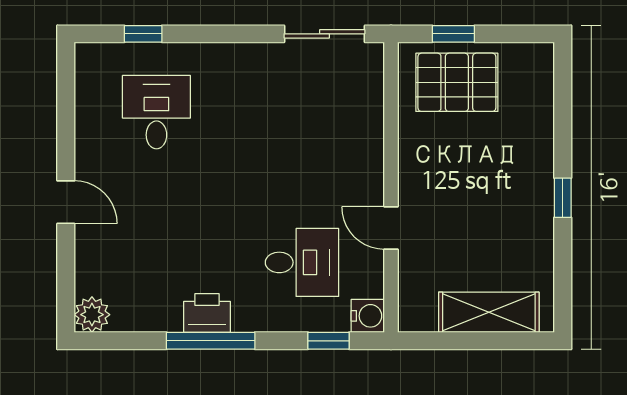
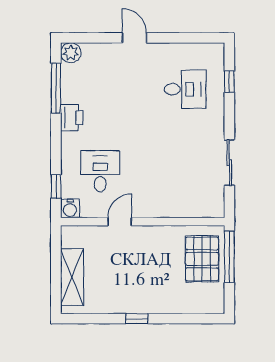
sliding door: (324, 34) -> (229, 163), moved
window: (453, 34) -> (229, 257), width x2.17
door: (66, 202) -> (134, 38), swing flipped
desk: (302, 262) -> (100, 171), turned 180
window: (211, 341) -> (56, 88), moved

